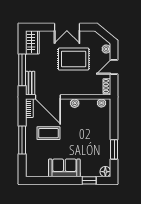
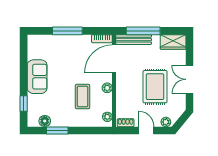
bench: (30, 83) -> (134, 40), width x1.36
coffee table: (48, 133) -> (83, 97), moved
floor lamp: (105, 172) -> (45, 121), moved

